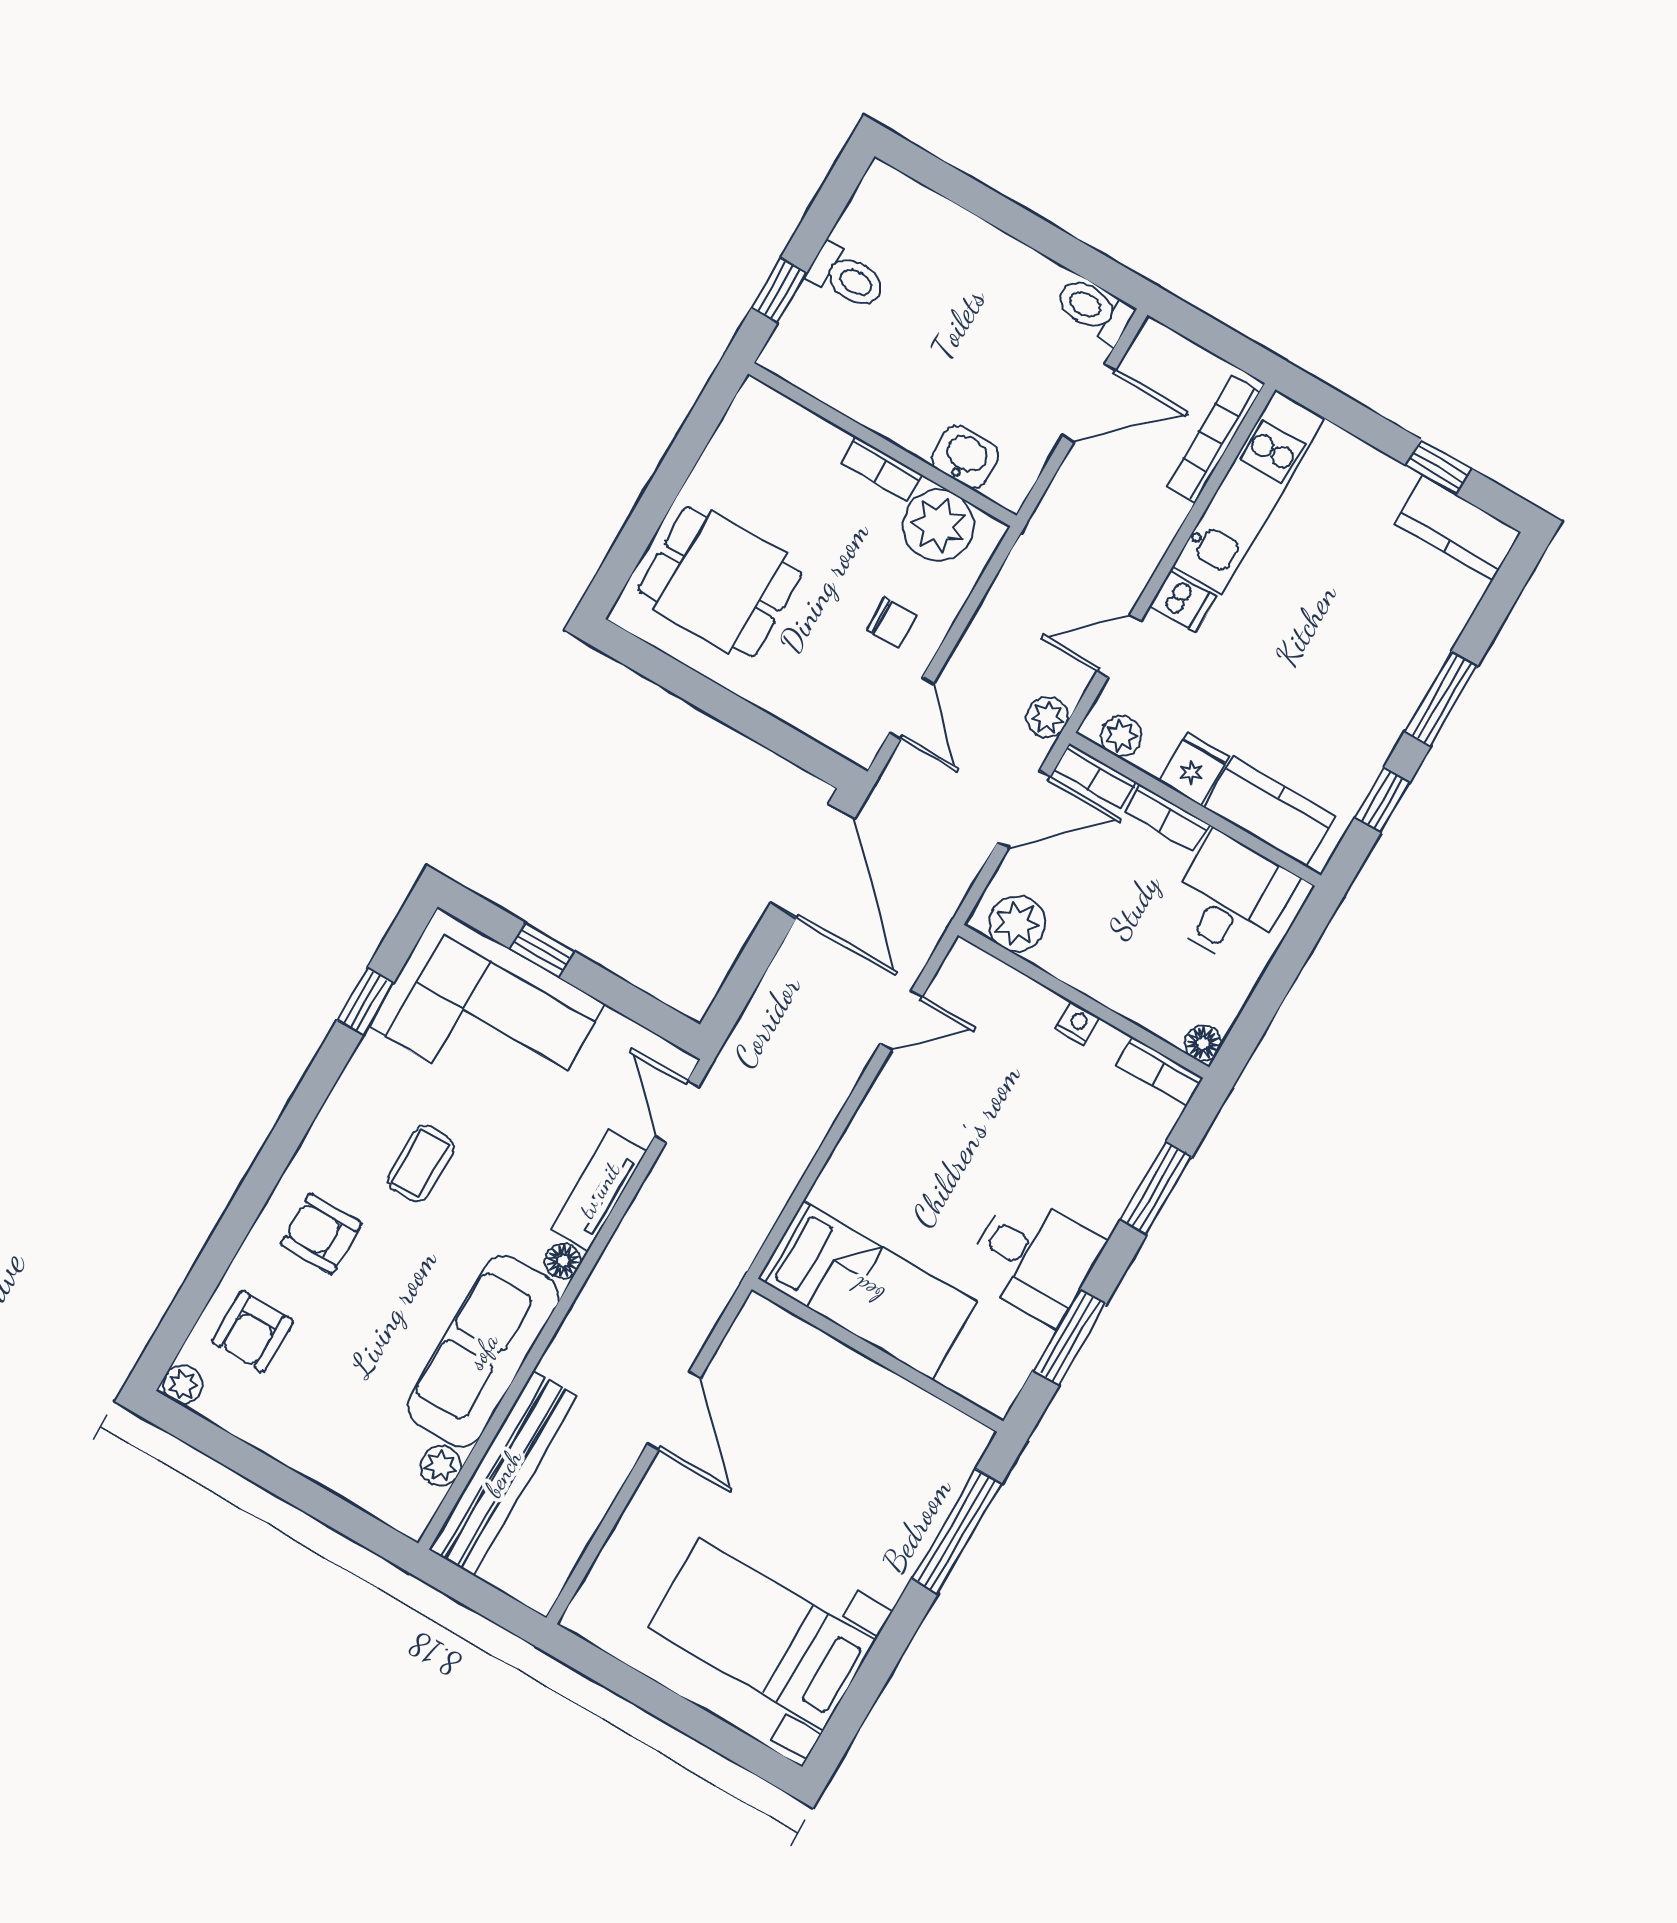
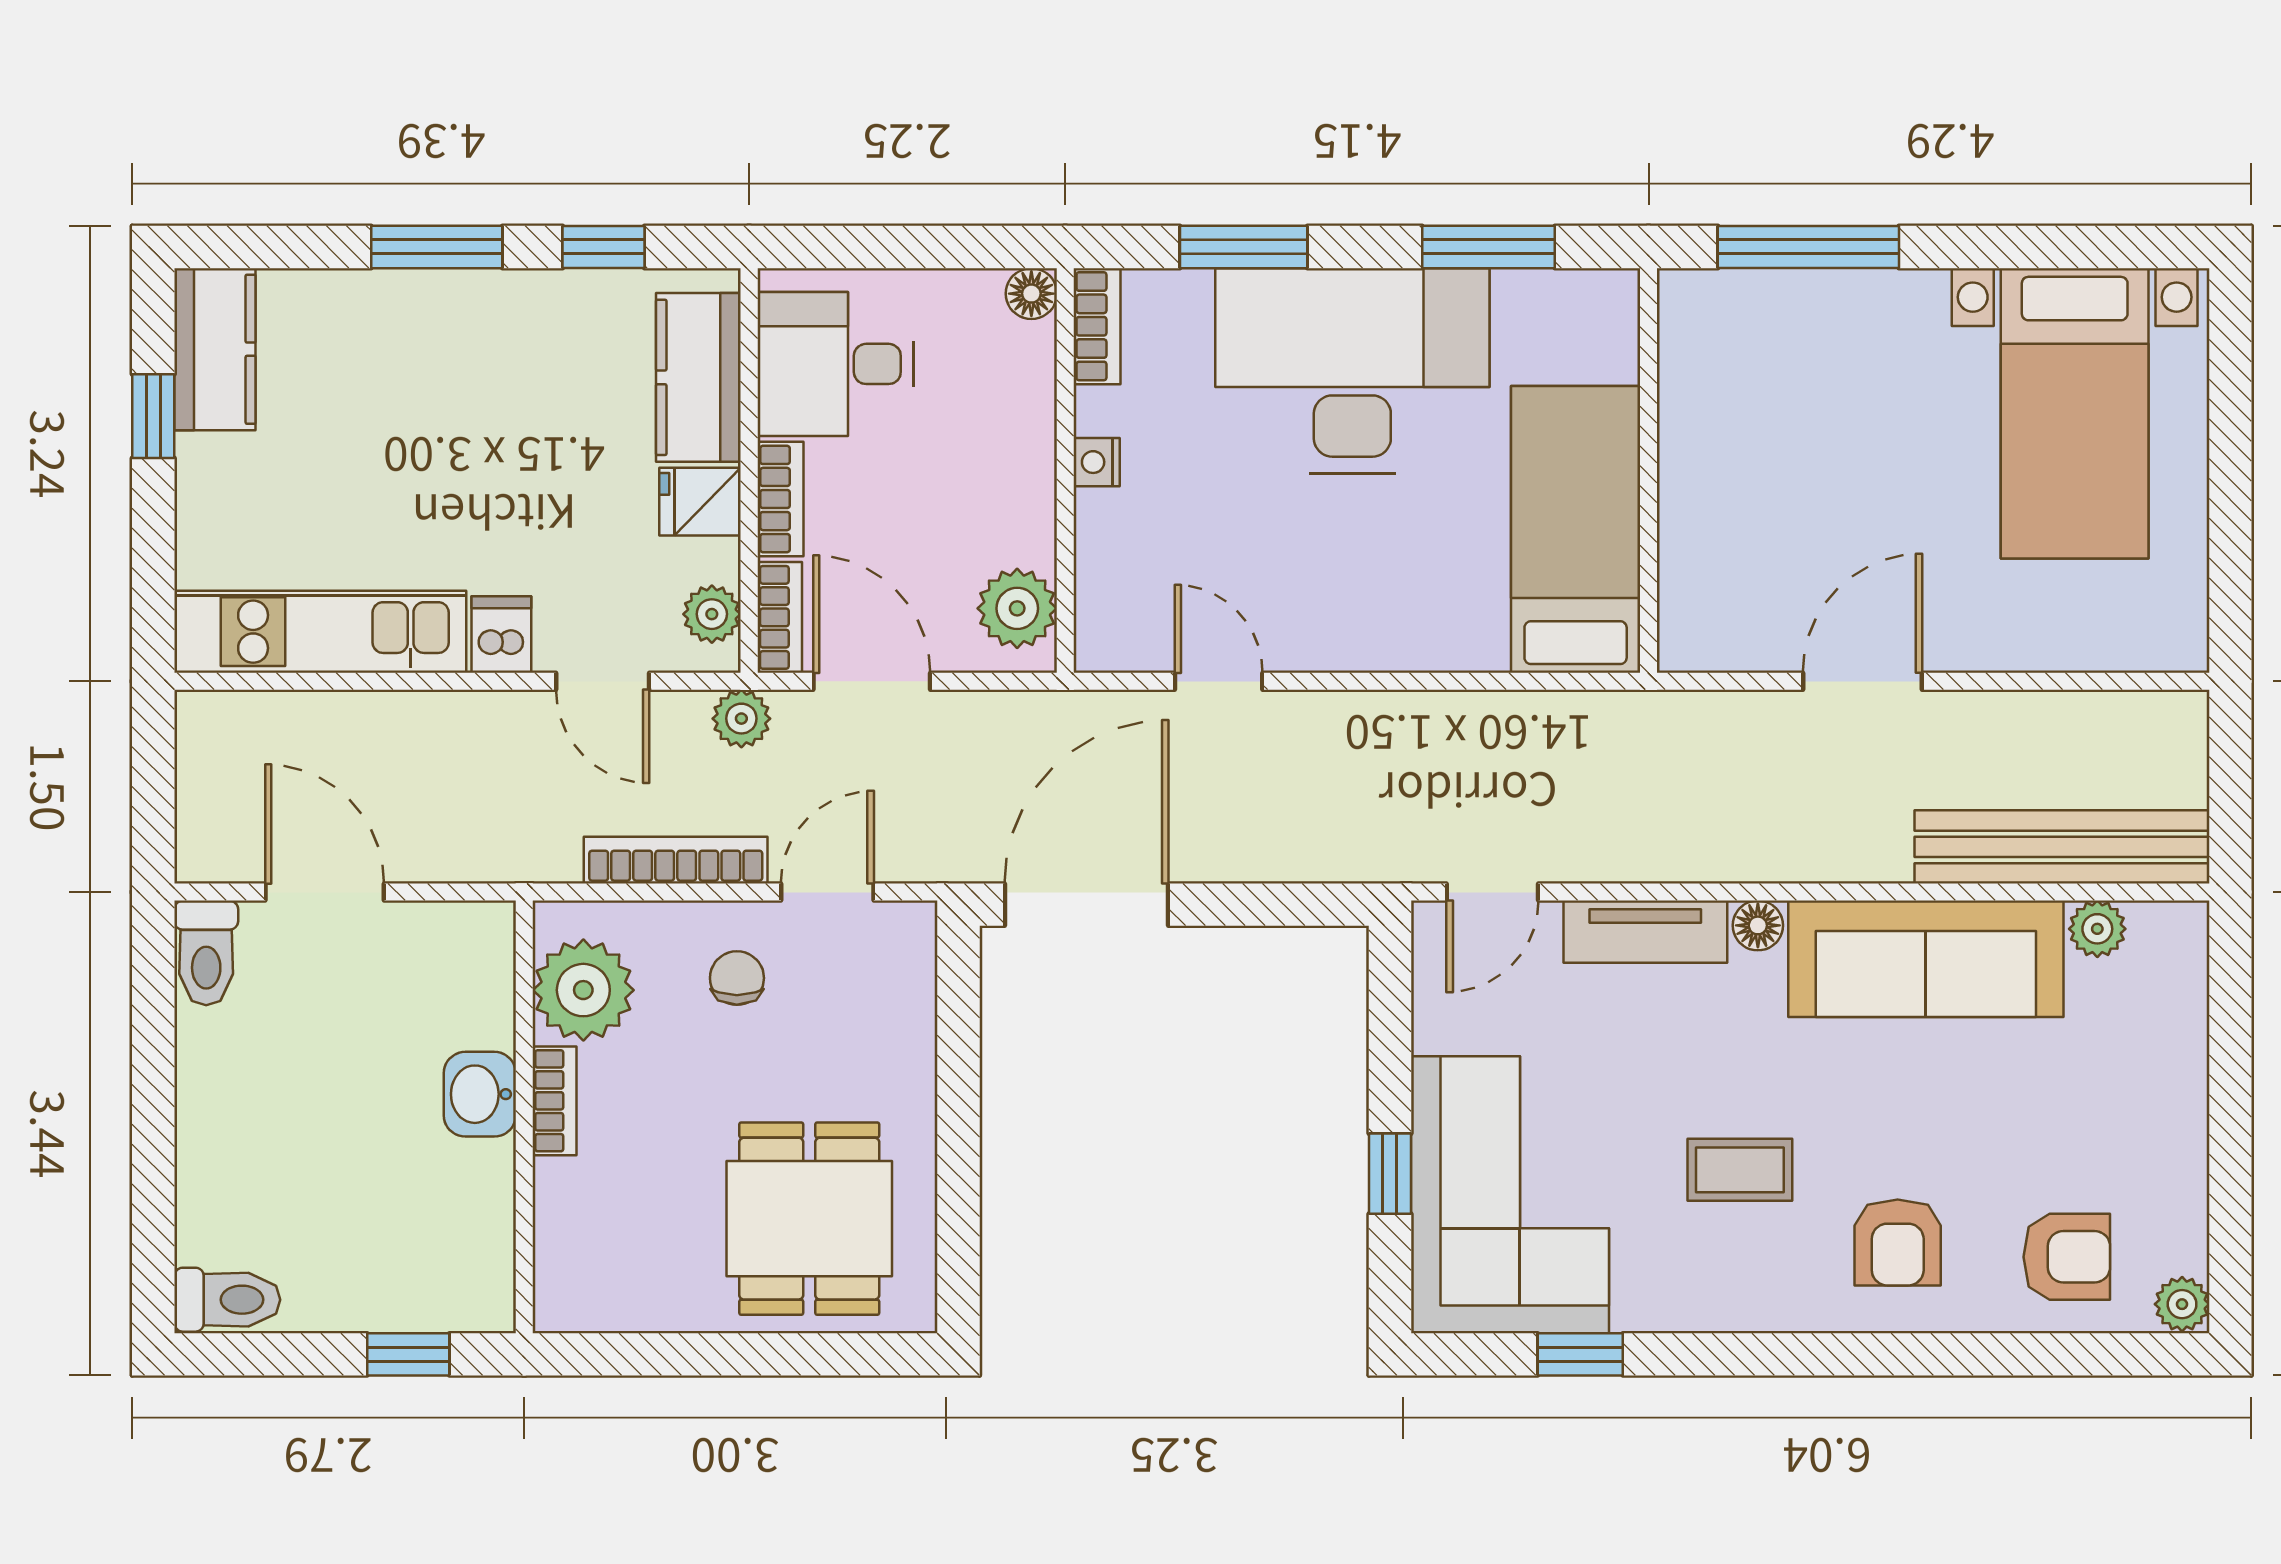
toilet: (847, 277) -> (227, 1300), moved, turned 90
bookcase: (1213, 439) -> (676, 860), moved, turned 180
washbasin: (965, 457) -> (480, 1094), moved
desk: (1035, 1258) -> (1352, 371), width x1.87, depth x1.30

